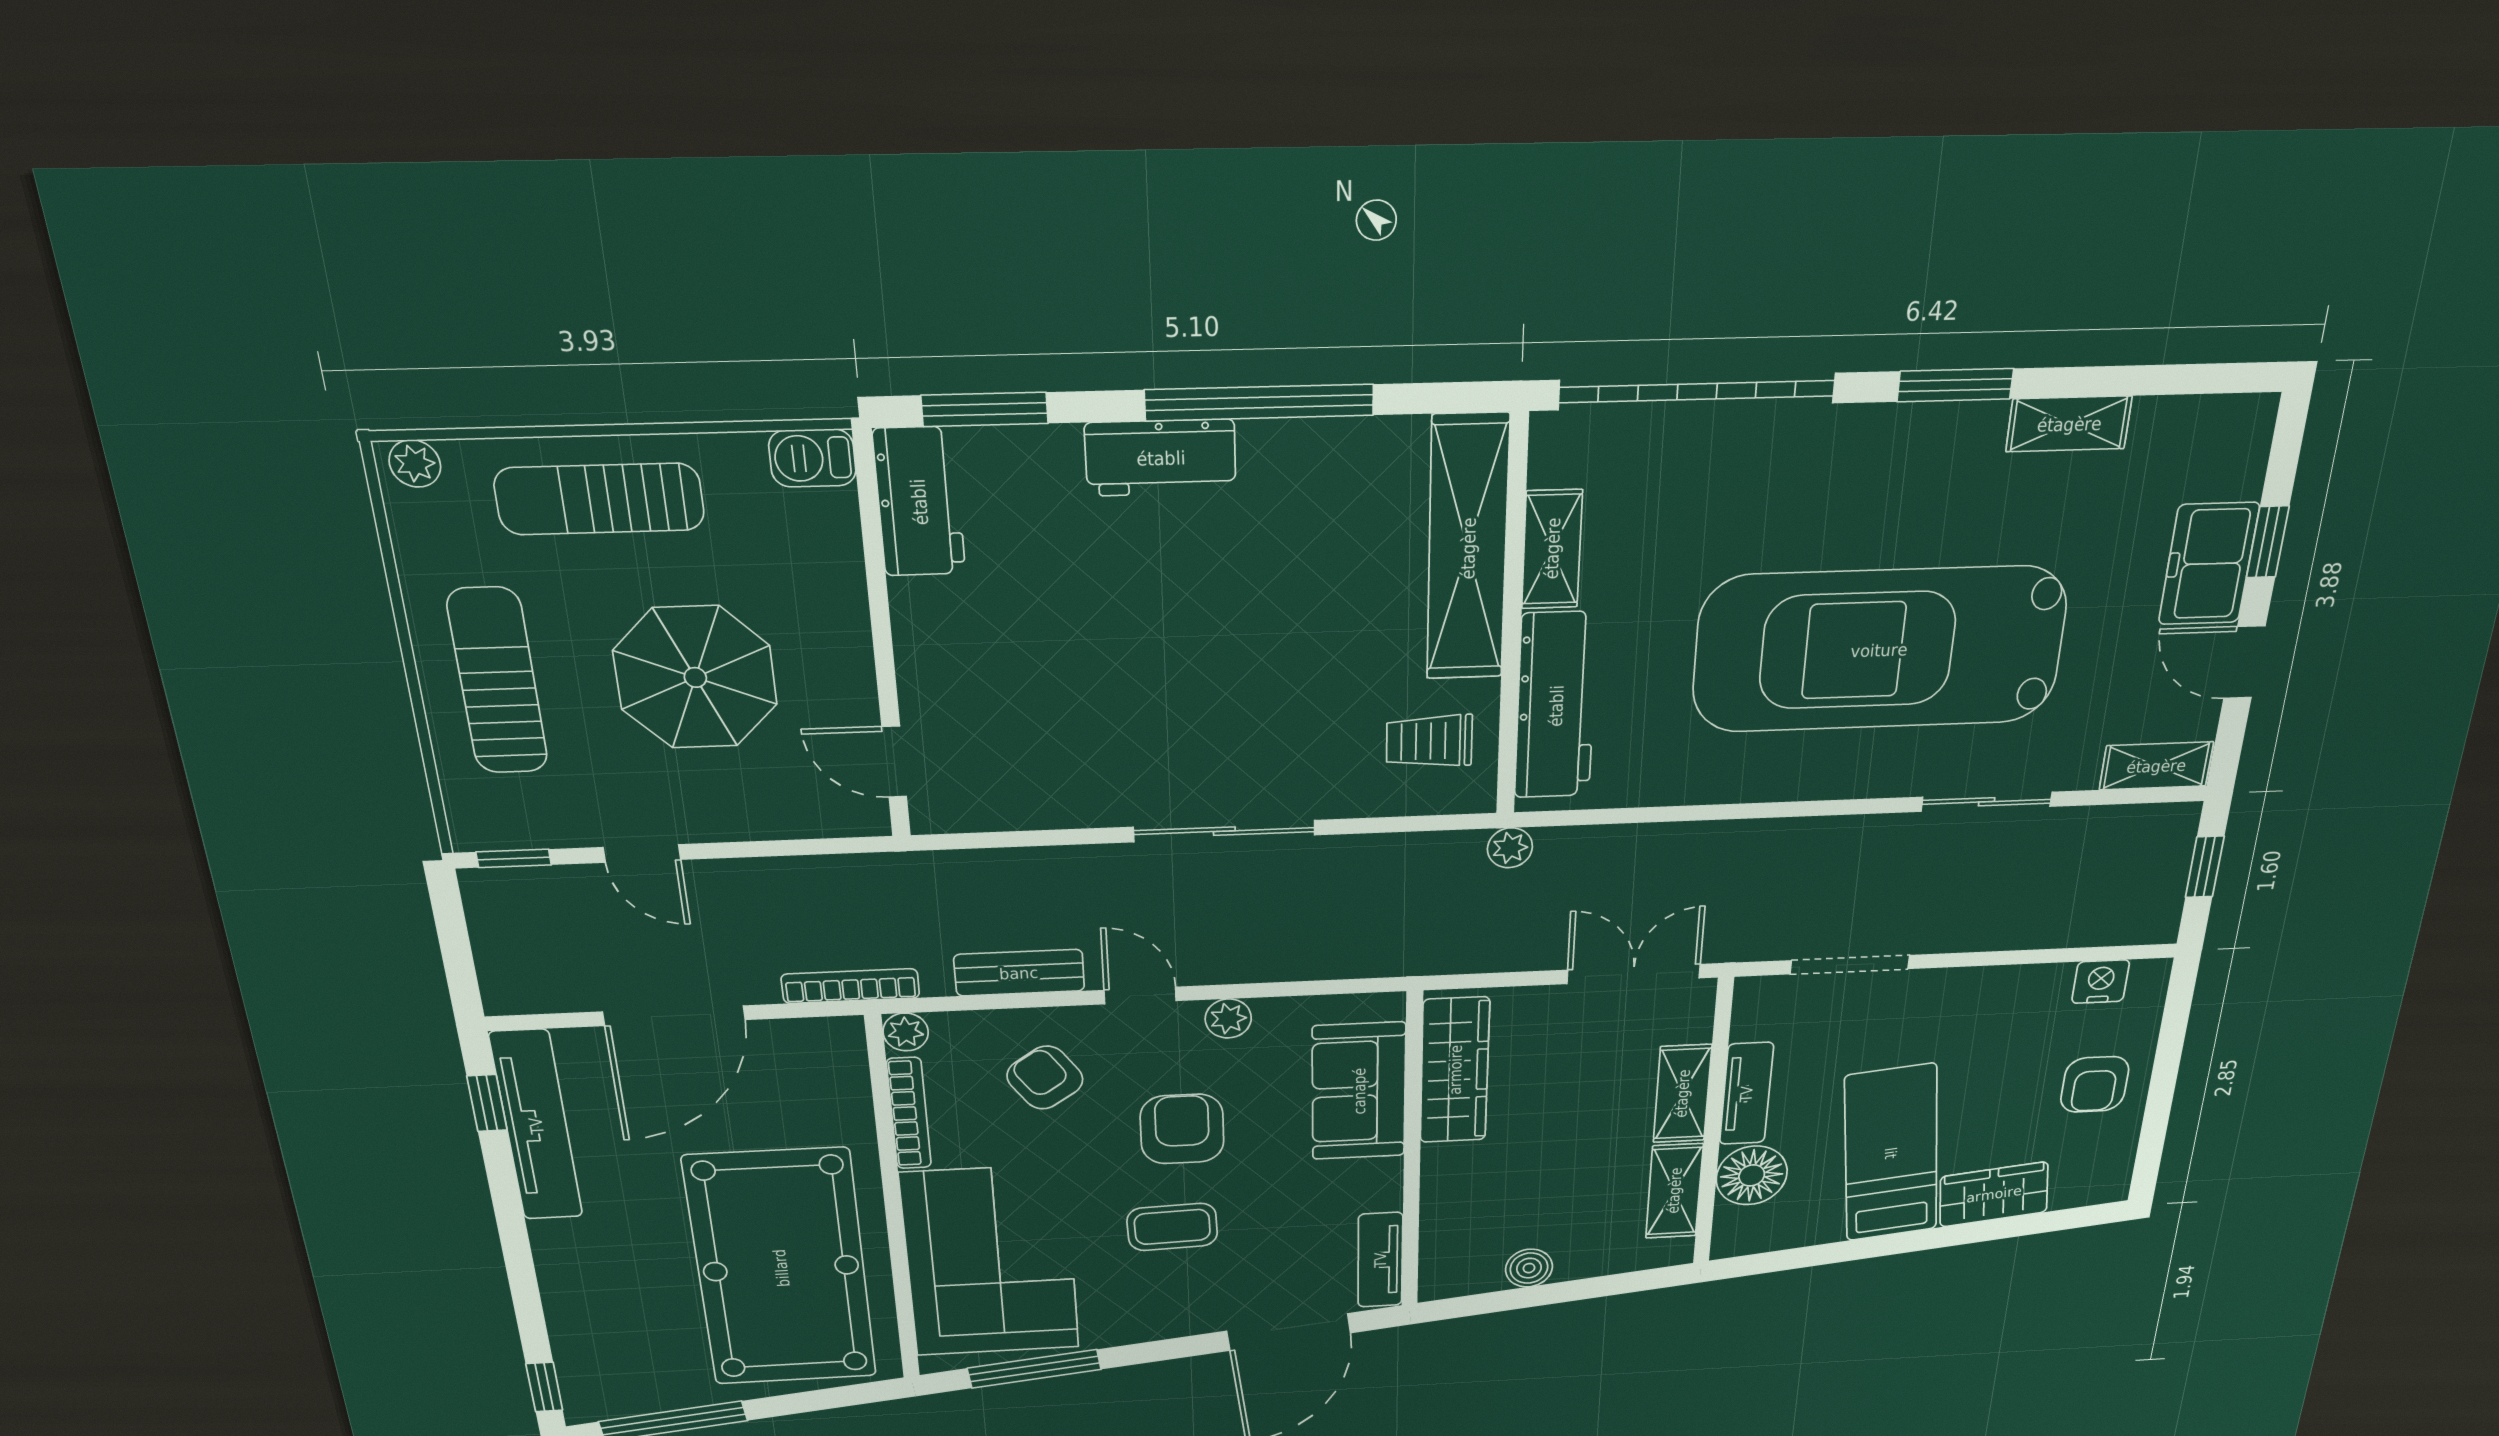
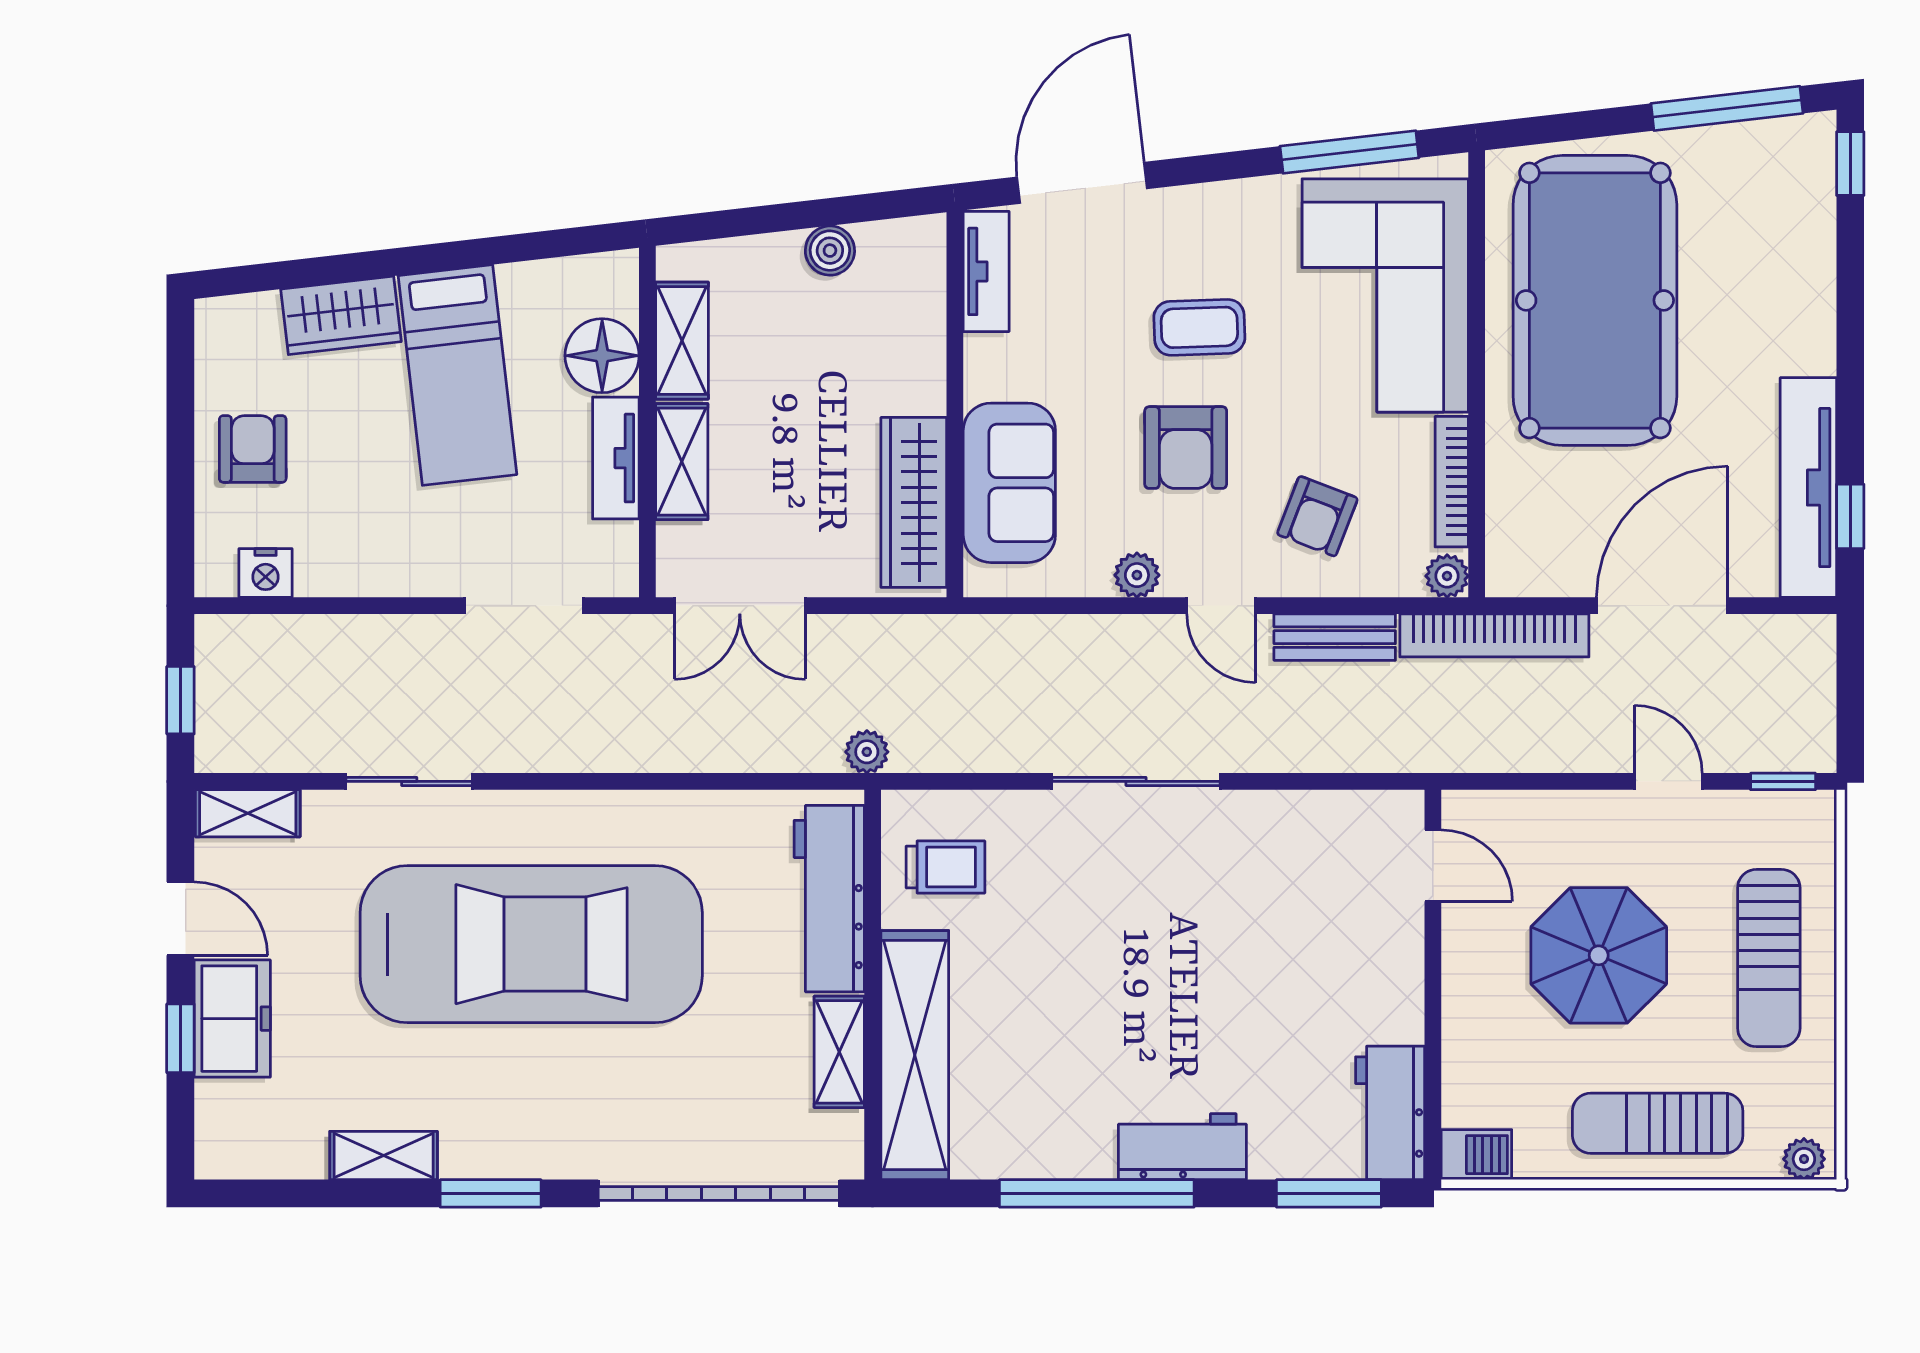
sun lounger: (600, 499) -> (1658, 1123), turned 180
bookcase: (850, 986) -> (1494, 635), width x1.48, depth x1.31
armchair: (1045, 1078) -> (1317, 516), turned 56

